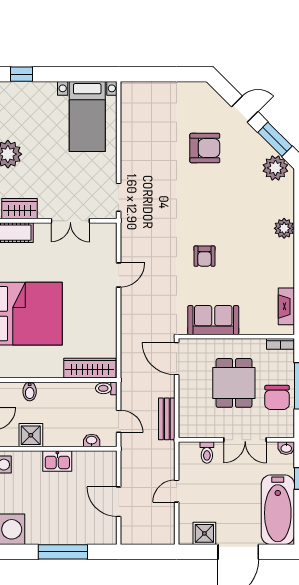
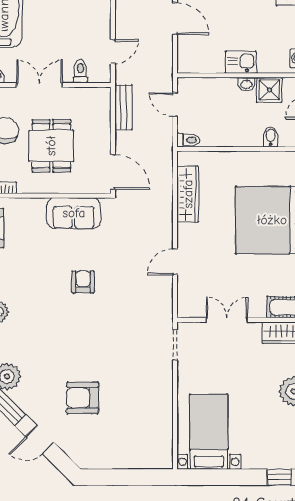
wardrobe: (90, 368) -> (188, 194), moved, turned -90
washbasin: (92, 441) -> (247, 84), moved
door: (177, 491) -> (113, 51), moved

